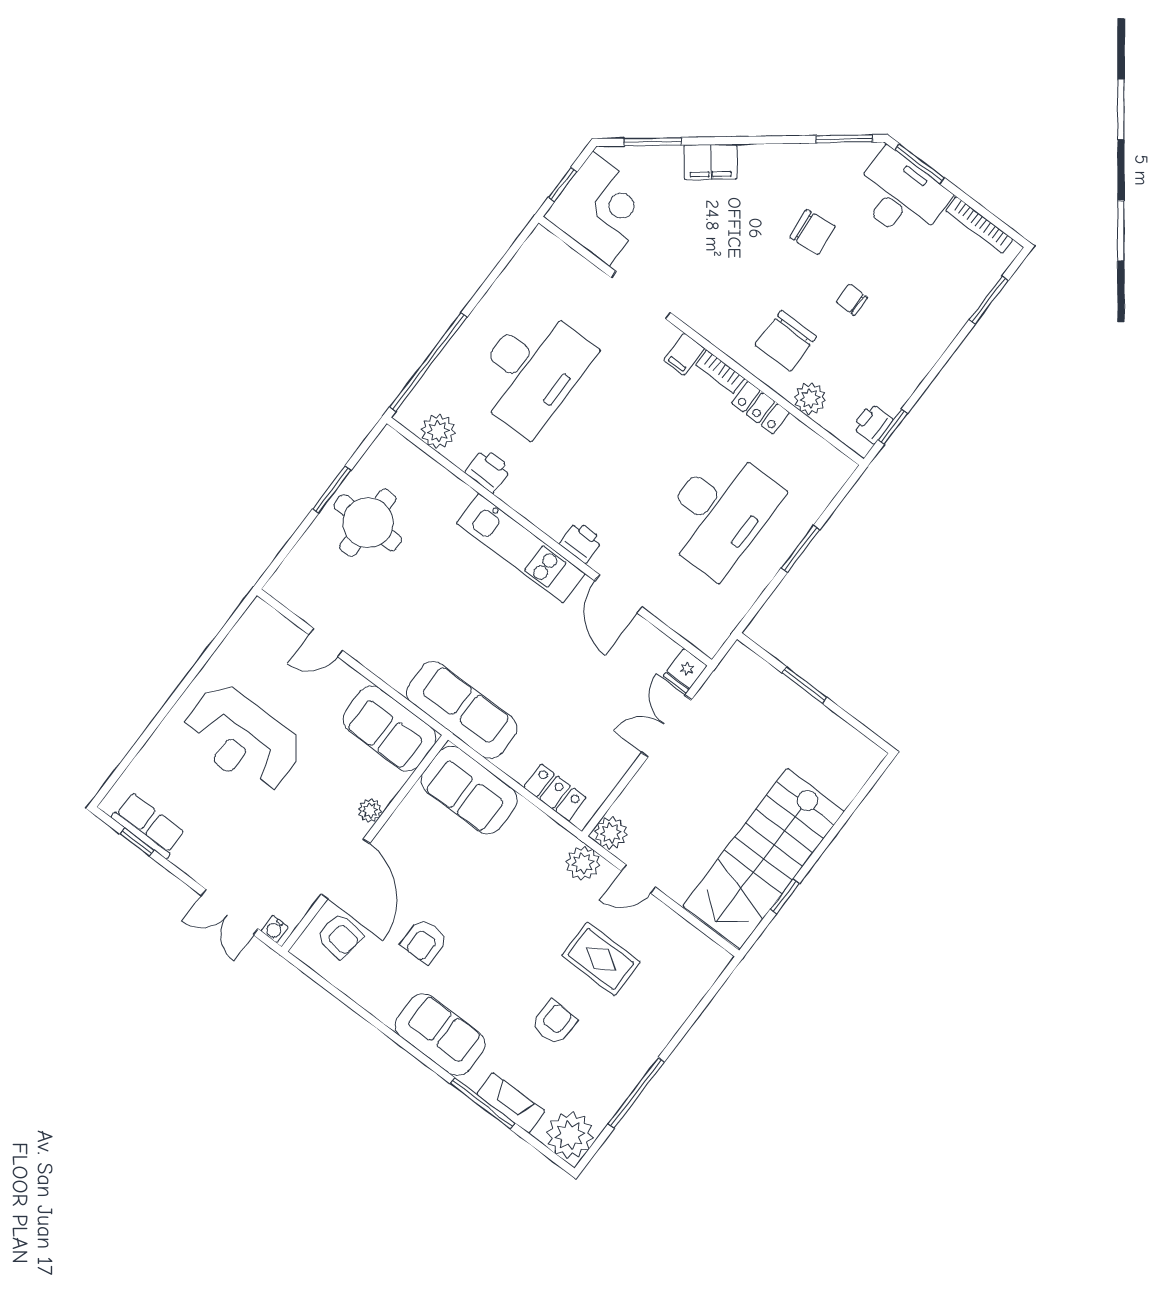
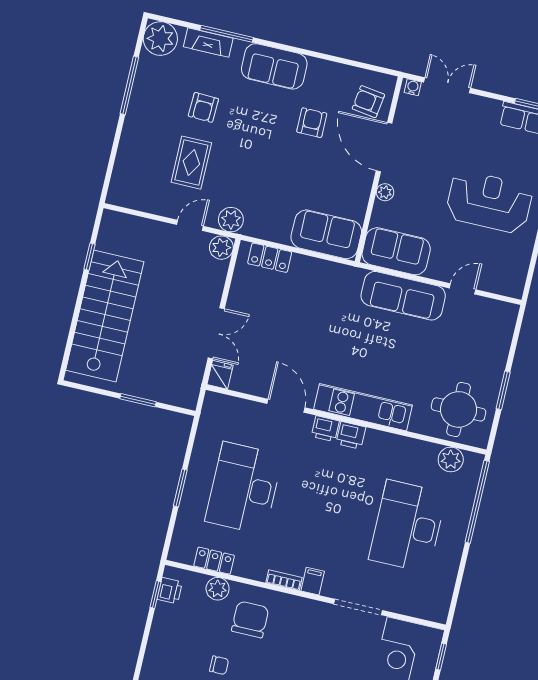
locker: (761, 408) -> (214, 561), moved
printer: (488, 471) -> (351, 435), moved
round table: (368, 523) -> (459, 409), moved
sofa: (462, 710) -> (403, 296), moved
stairs: (764, 859) -> (105, 316), moved
rug: (601, 959) -> (191, 163), turned 90

